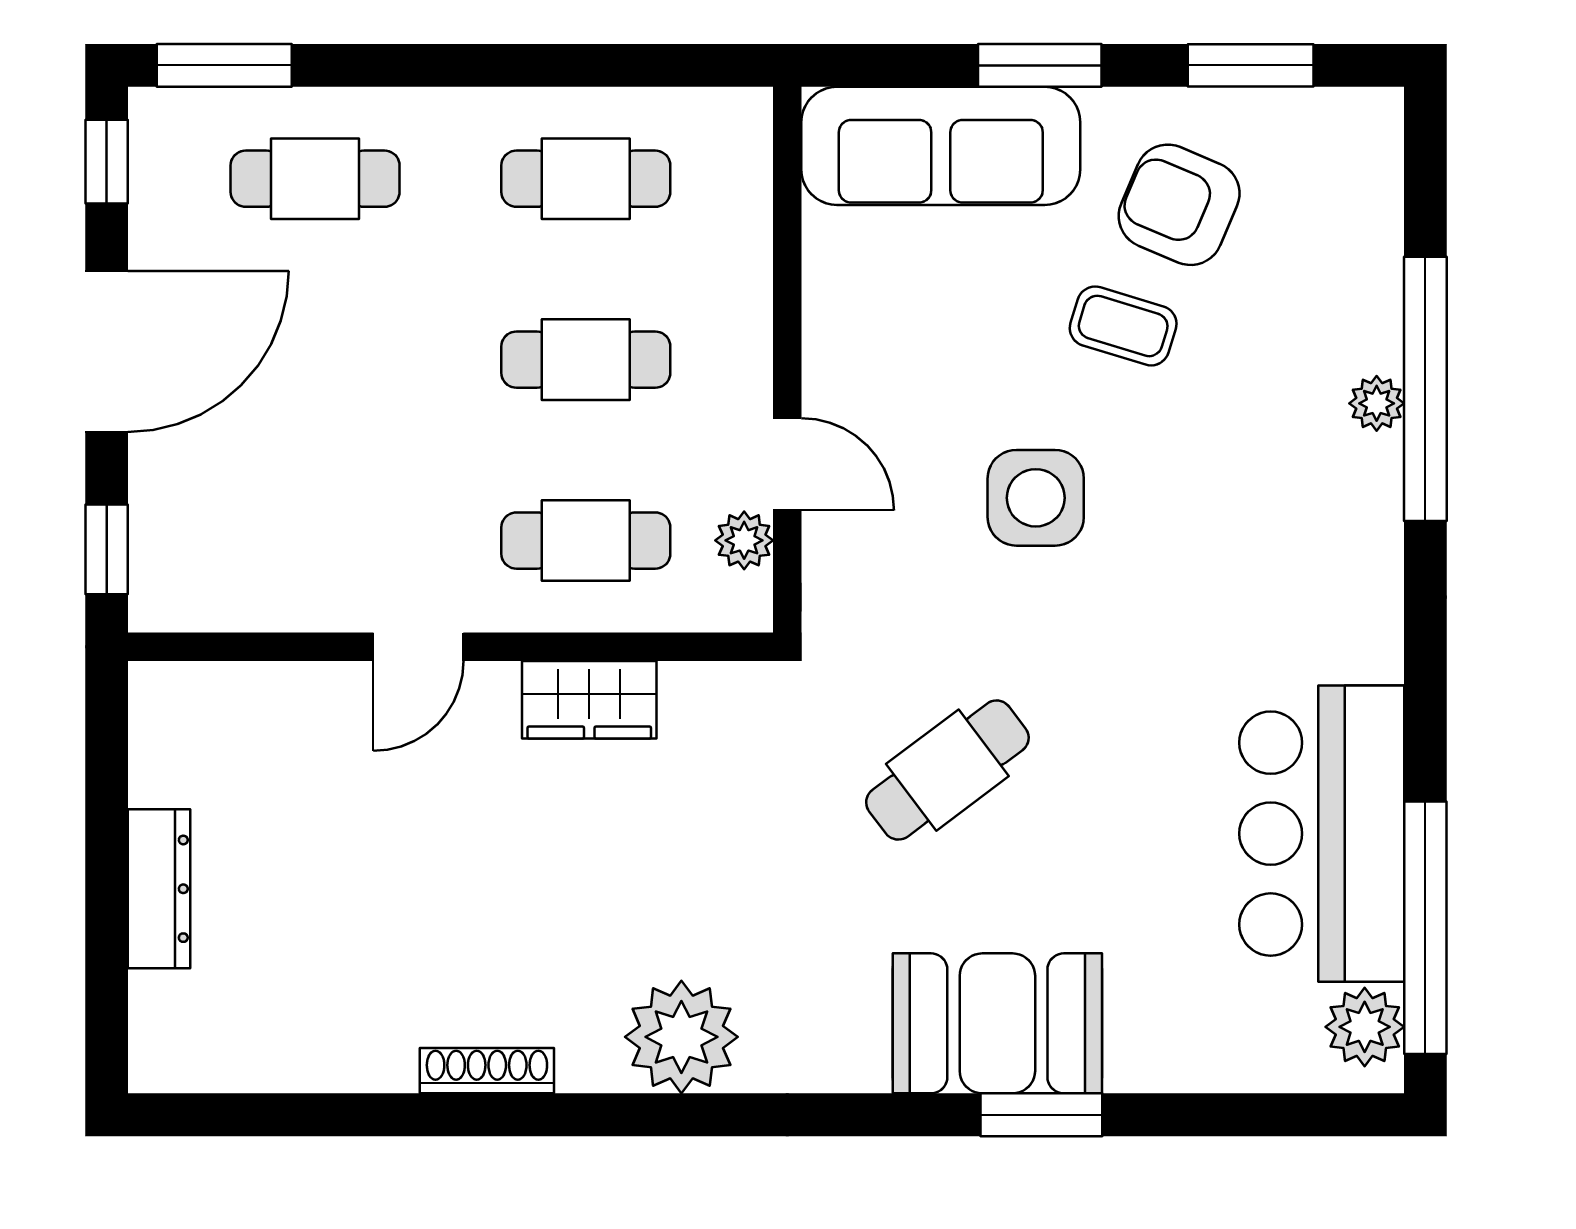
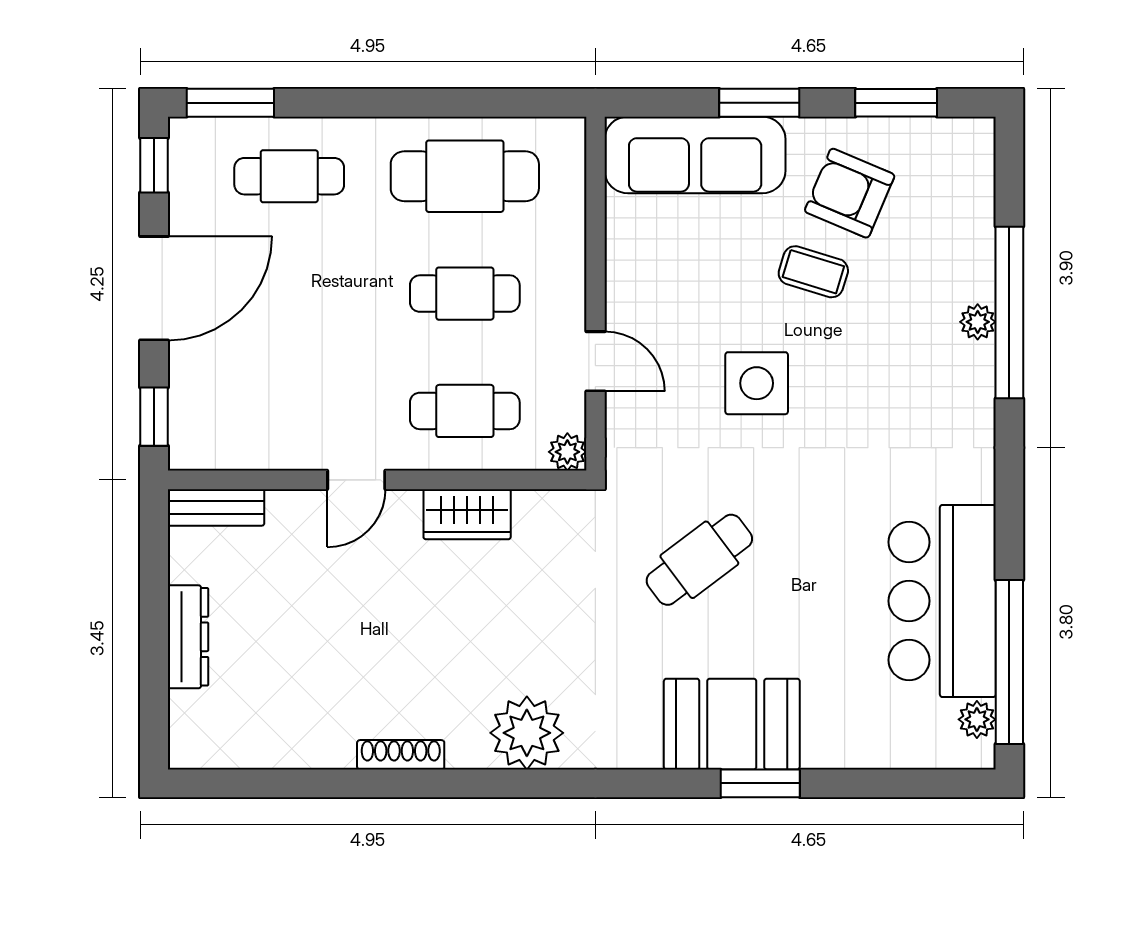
cafe table: (586, 179) -> (465, 176), width x1.37, depth x1.35
plant: (744, 540) -> (567, 452), moved
bench: (202, 689) -> (216, 507), added
plant: (1365, 1027) -> (977, 719), width x0.73, depth x0.73

